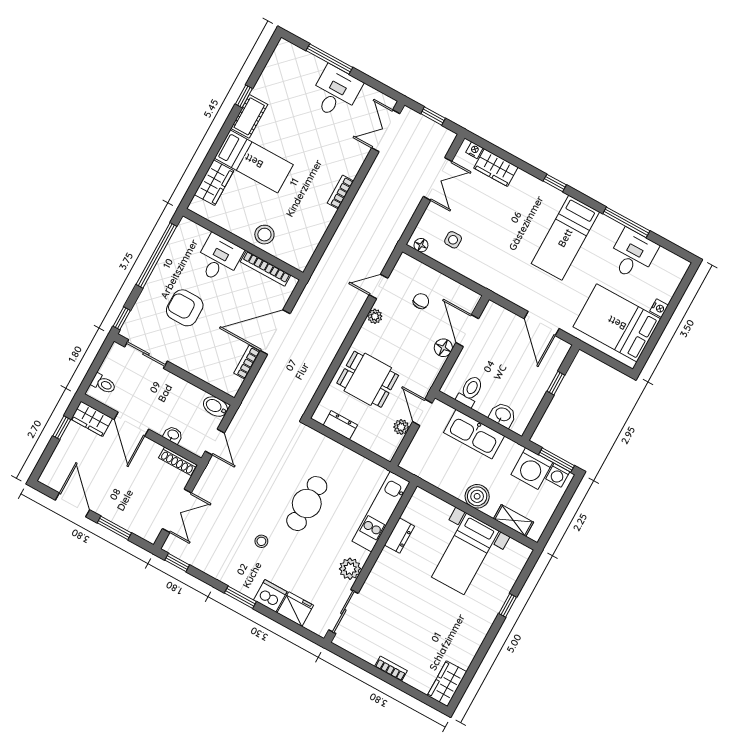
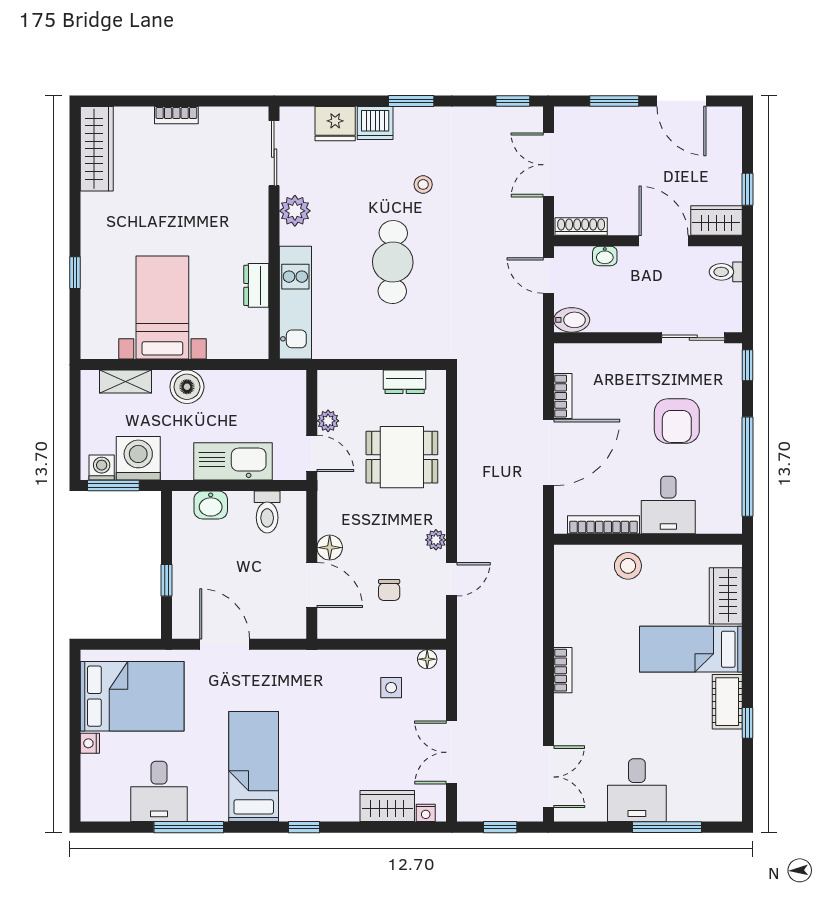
armchair: (185, 308) -> (677, 421), turned 90
wardrobe: (447, 684) -> (97, 149), width x1.50

